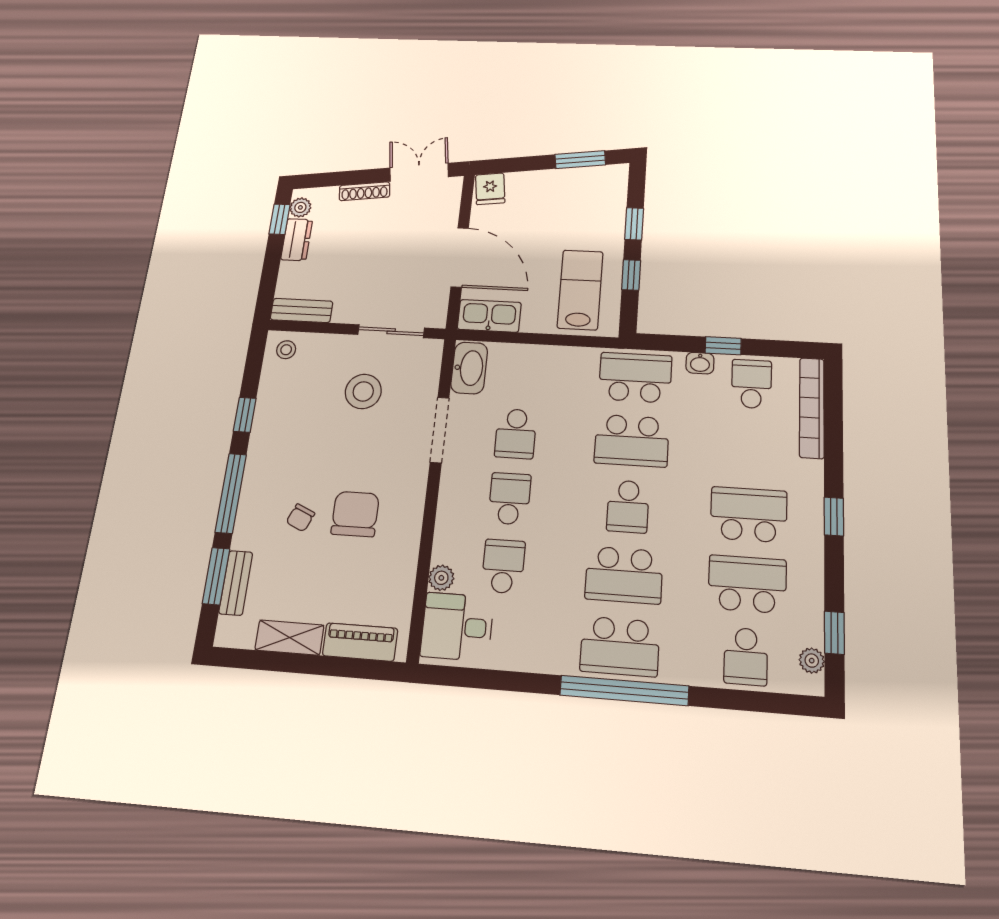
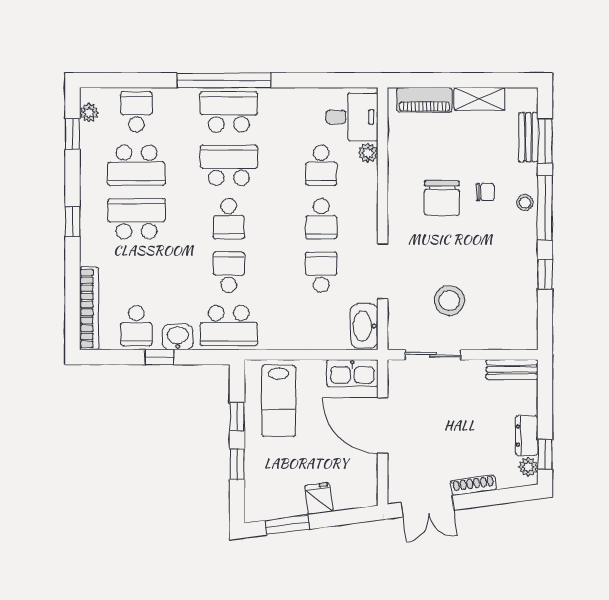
fridge: (490, 189) -> (319, 499), moved
stool: (286, 350) -> (525, 203), moved
washbasin: (700, 363) -> (178, 337), width x1.38, depth x1.45
school desk: (632, 441) -> (229, 272), width x0.54
school desk: (628, 506) -> (229, 219), turned 180
school desk: (749, 515) -> (136, 219), turned 180
chair: (300, 518) -> (485, 192), turned 66

